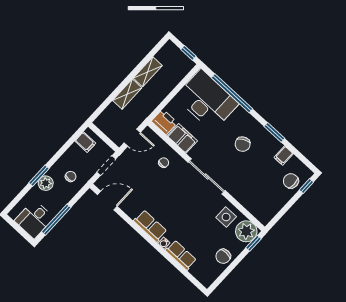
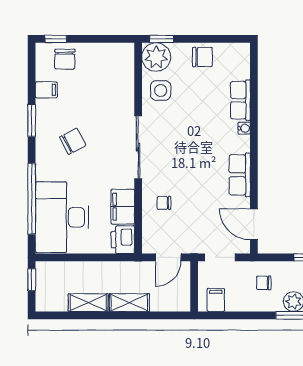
door: (132, 138) -> (168, 257), swing flipped
row of seats: (150, 226) -> (240, 175), moved

